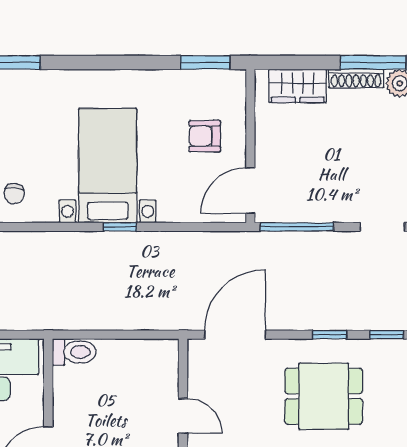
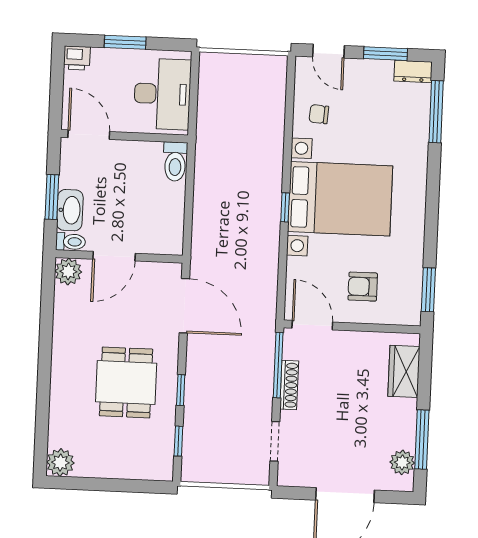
shoe rack: (356, 79) -> (289, 385), moved, turned 180
armchair: (205, 136) -> (363, 287), turned -90
bed with nightstands: (108, 166) -> (340, 199), width x1.36
door: (183, 416) -> (114, 256), width x1.38

